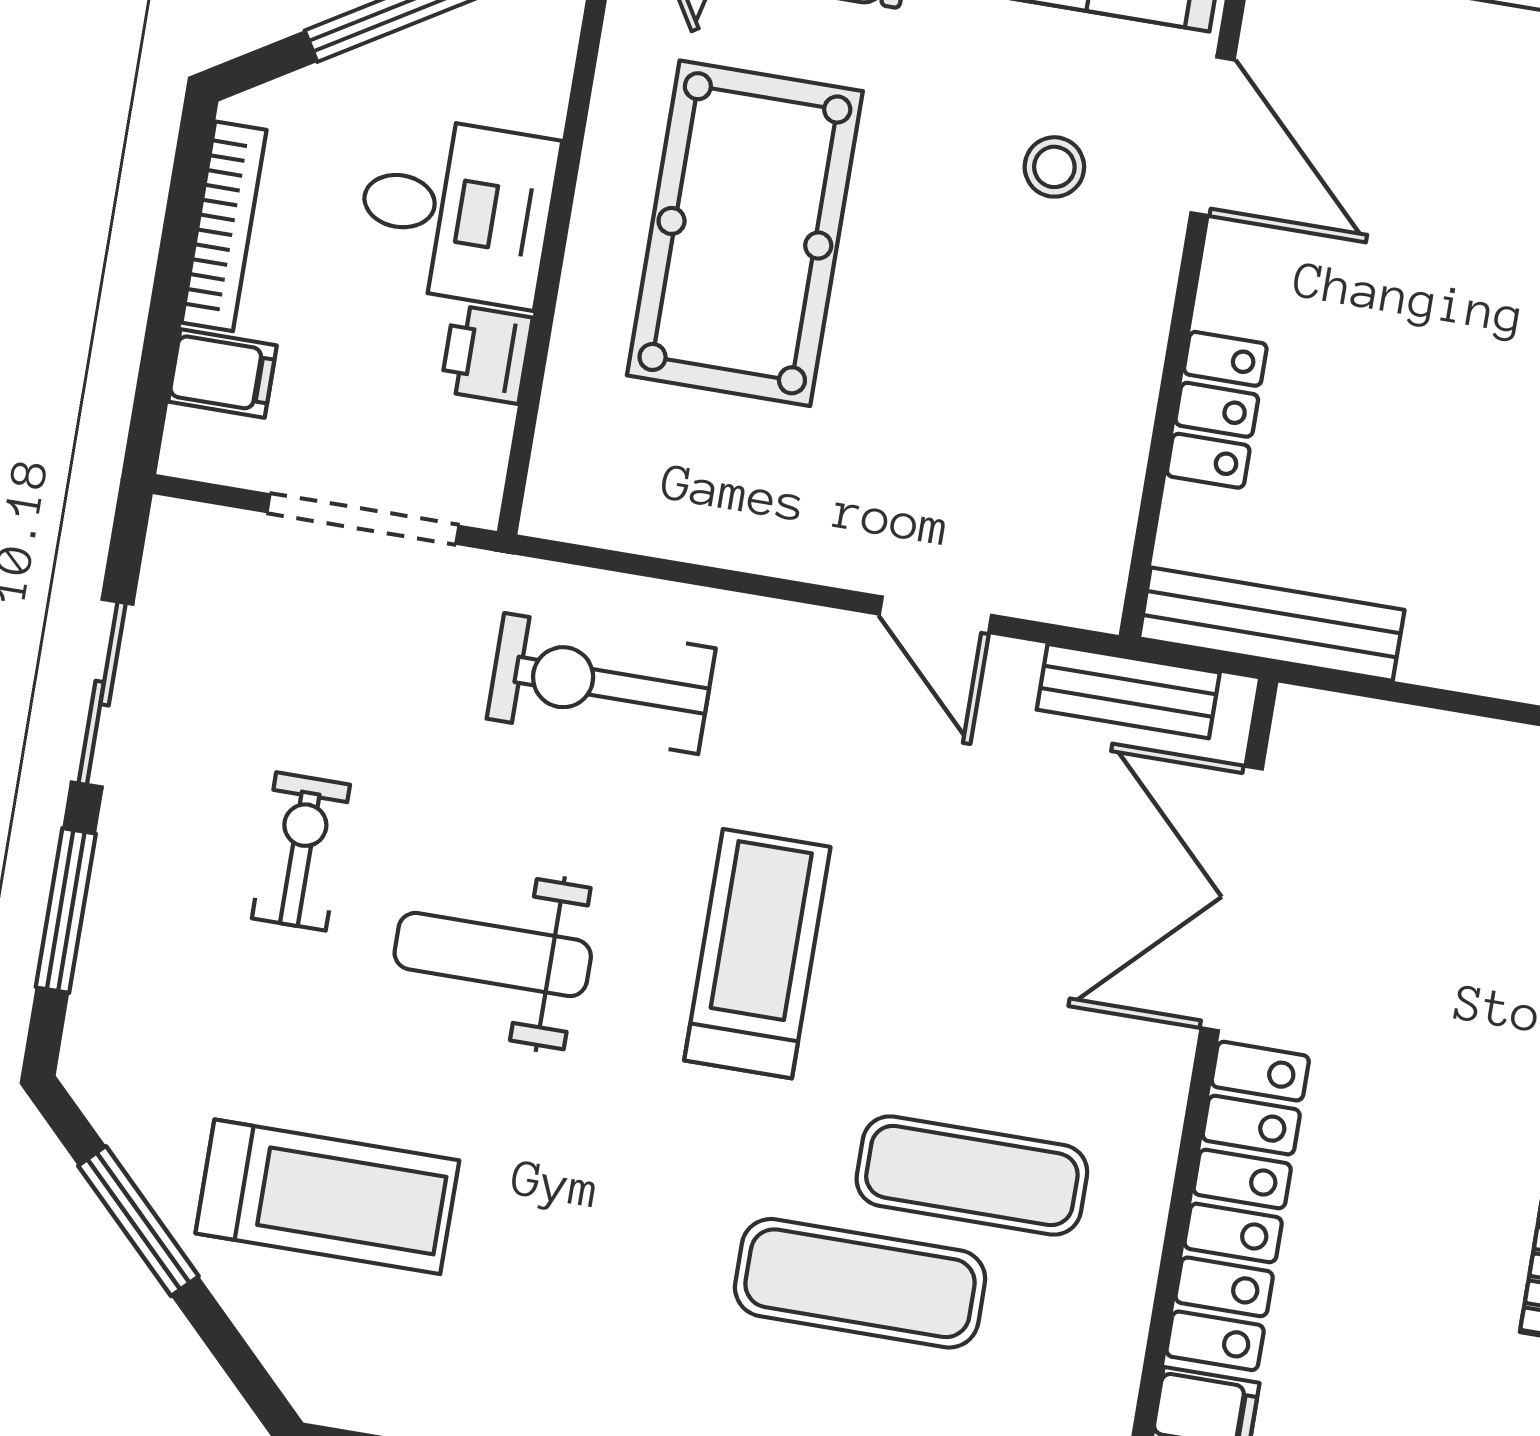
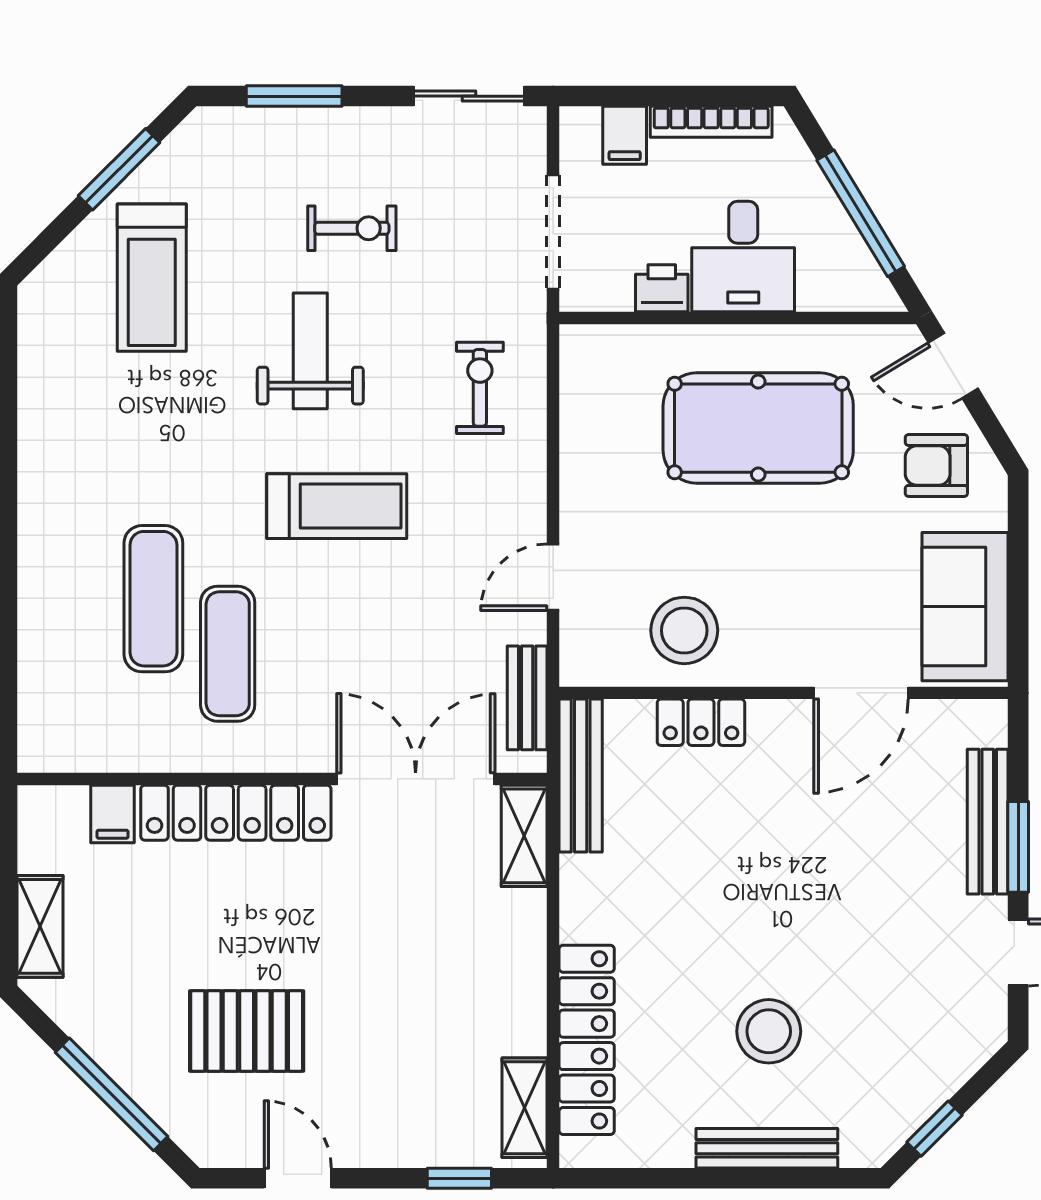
stool: (1054, 167) -> (684, 630), moved, width x1.89, depth x1.89
exercise bike: (601, 684) -> (480, 388), width x0.73, depth x0.72
sliding door: (102, 693) -> (469, 96), moved
shelving: (1356, 734) -> (524, 836), added

